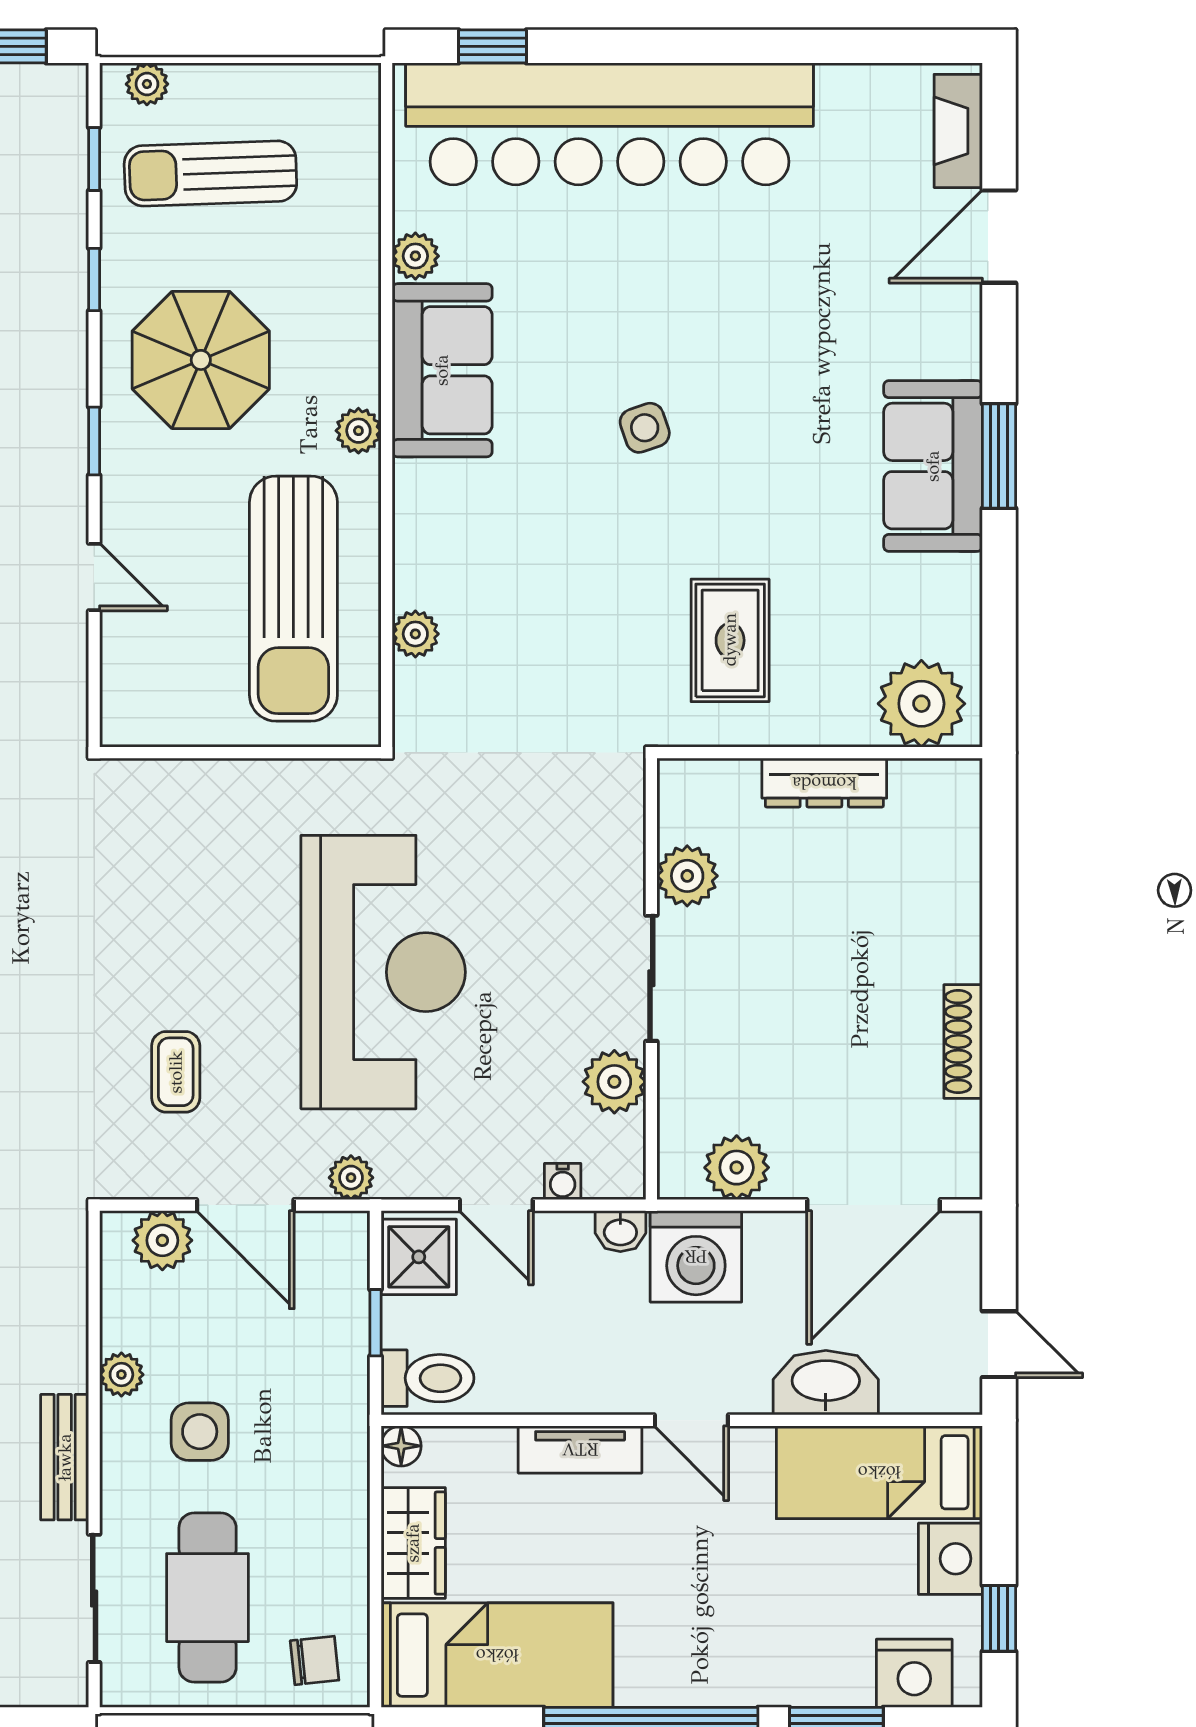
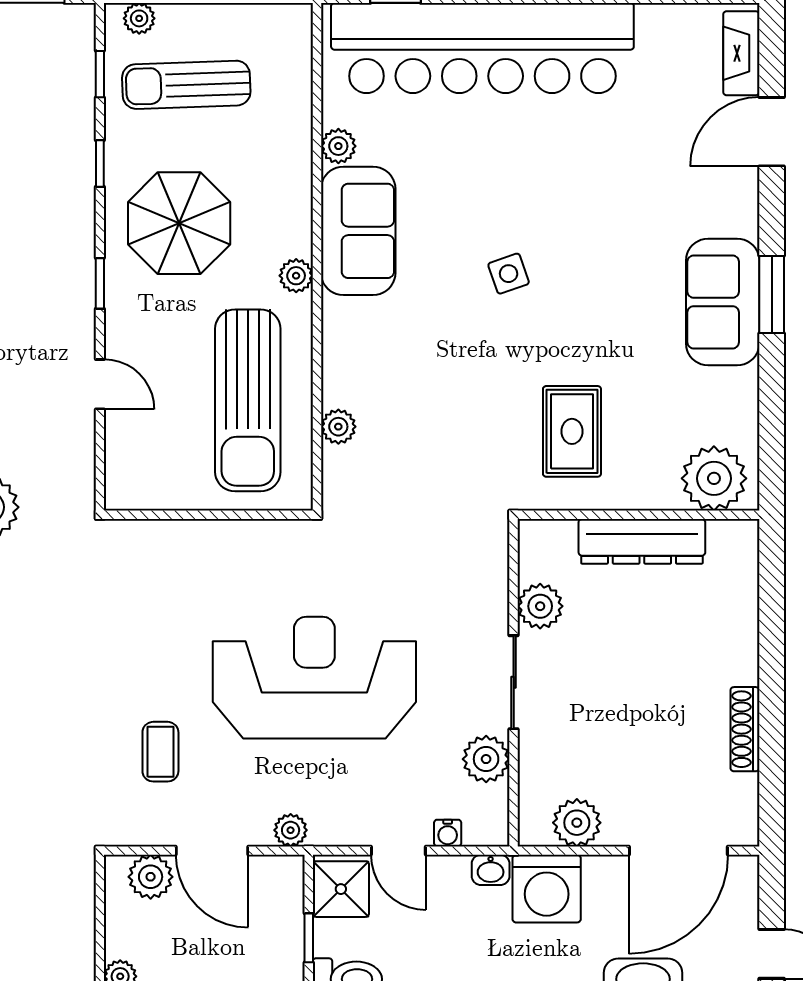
dresser: (824, 783) -> (642, 541), width x1.37, depth x1.24
reception desk: (383, 972) -> (314, 678), turned -90

